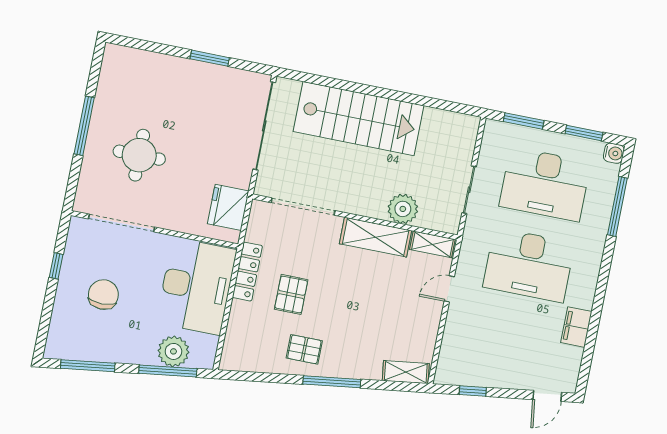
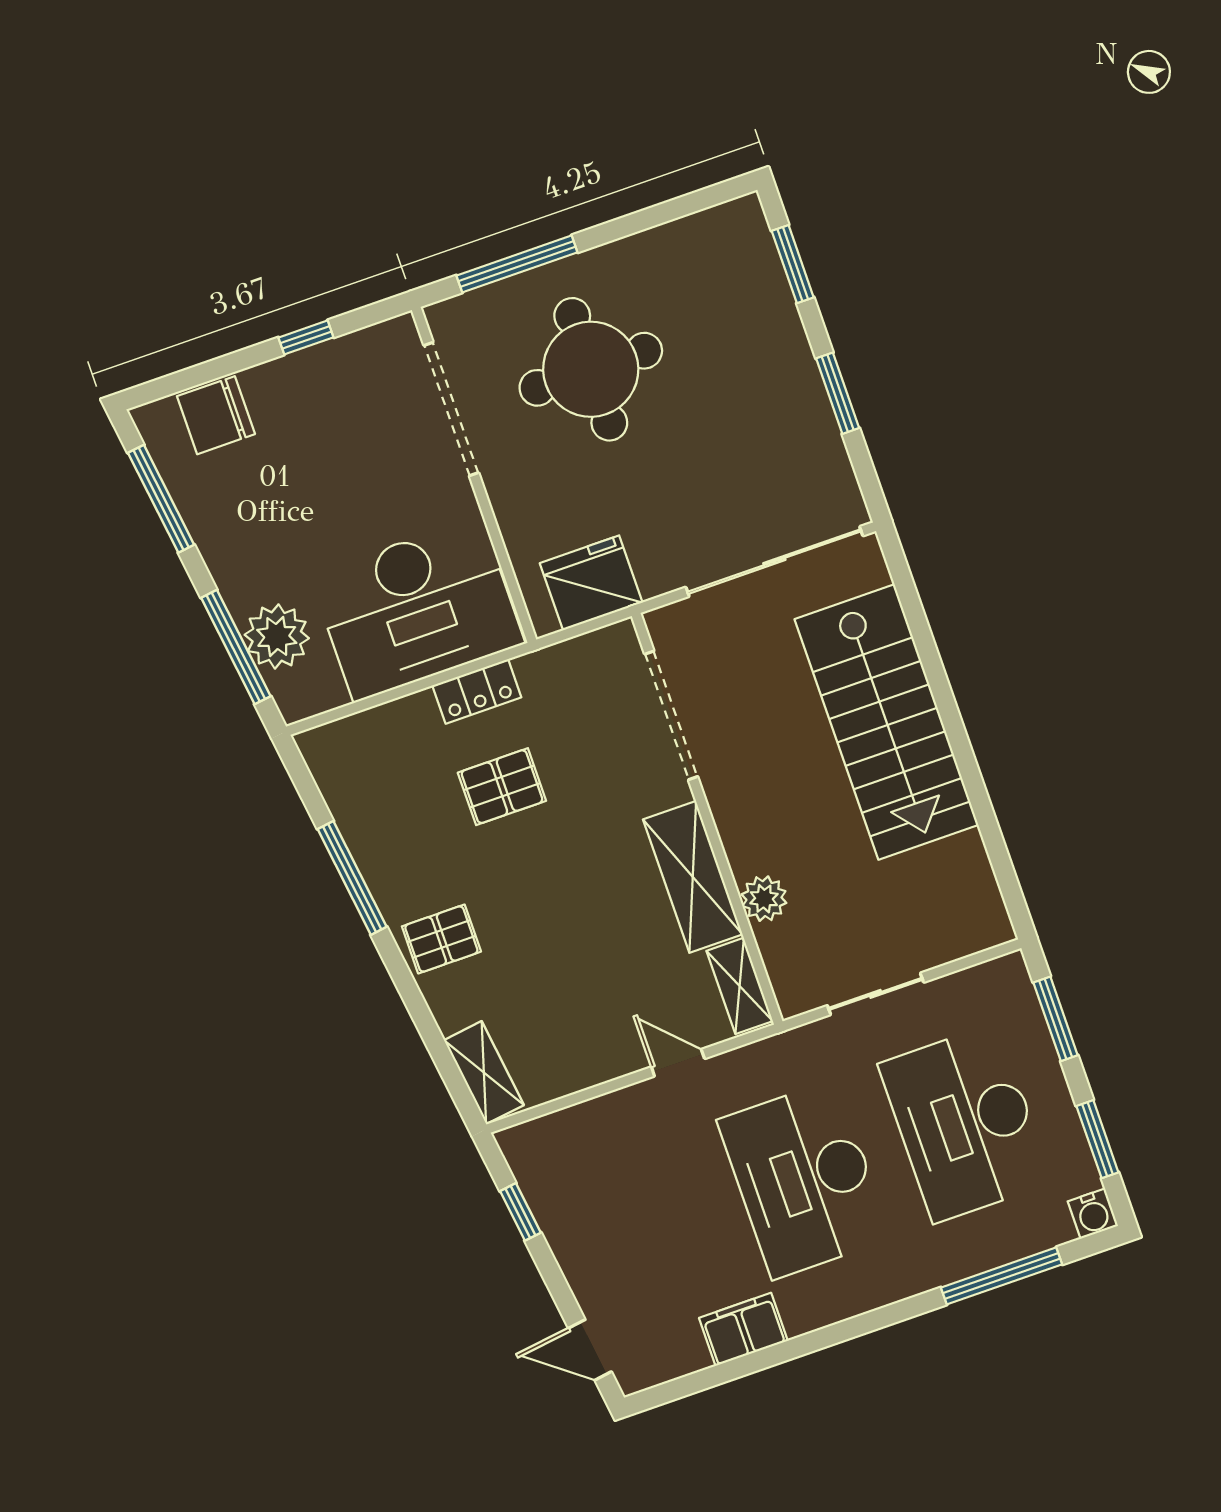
window: (145, 45) -> (793, 264), added
window: (84, 126) -> (517, 264), moved
round table: (139, 155) -> (591, 369), width x1.36, depth x1.36
plant: (403, 209) -> (764, 899), width x0.73, depth x0.73
locker: (247, 272) -> (477, 691), width x0.66
chair: (103, 295) -> (216, 415), moved, turned 180
pallet: (304, 349) -> (441, 939), moved, turned 90
window: (332, 382) -> (352, 878), moved

